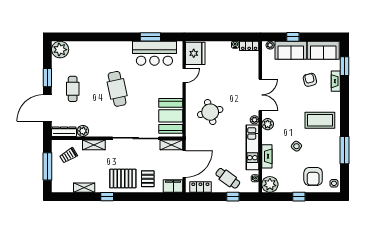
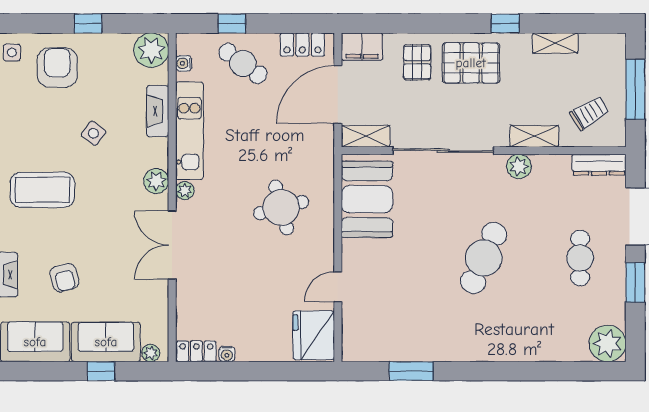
bar counter: (154, 53) -> (402, 335), removed
cafe table: (117, 89) -> (484, 258), turned 36
plant: (83, 131) -> (519, 166), moved

